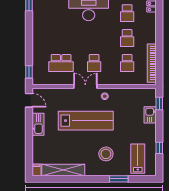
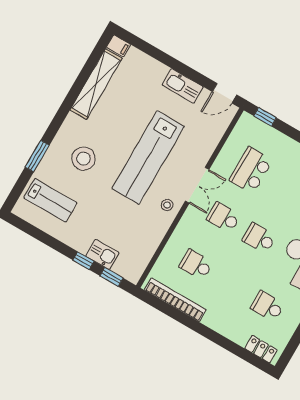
school desk: (127, 38) -> (259, 238), moved
window: (159, 148) -> (83, 261), moved

